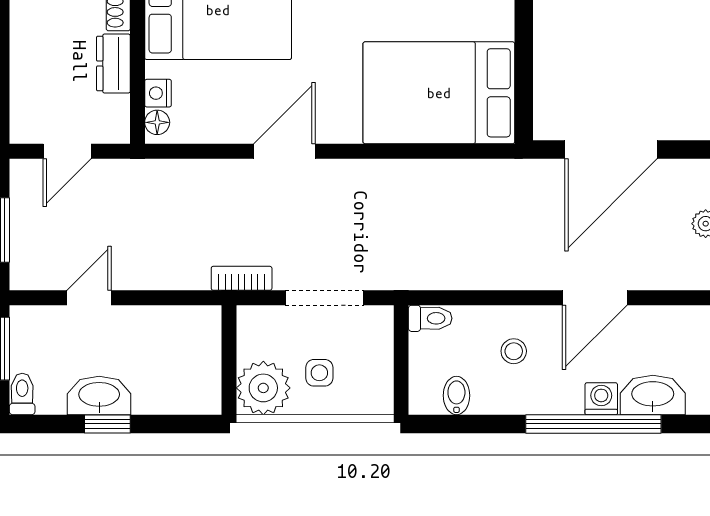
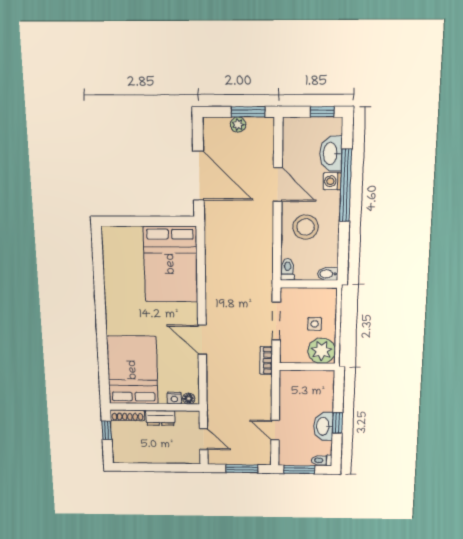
stool: (514, 351) -> (306, 227), width x1.89, depth x1.89
bidet: (456, 396) -> (328, 274), moved

